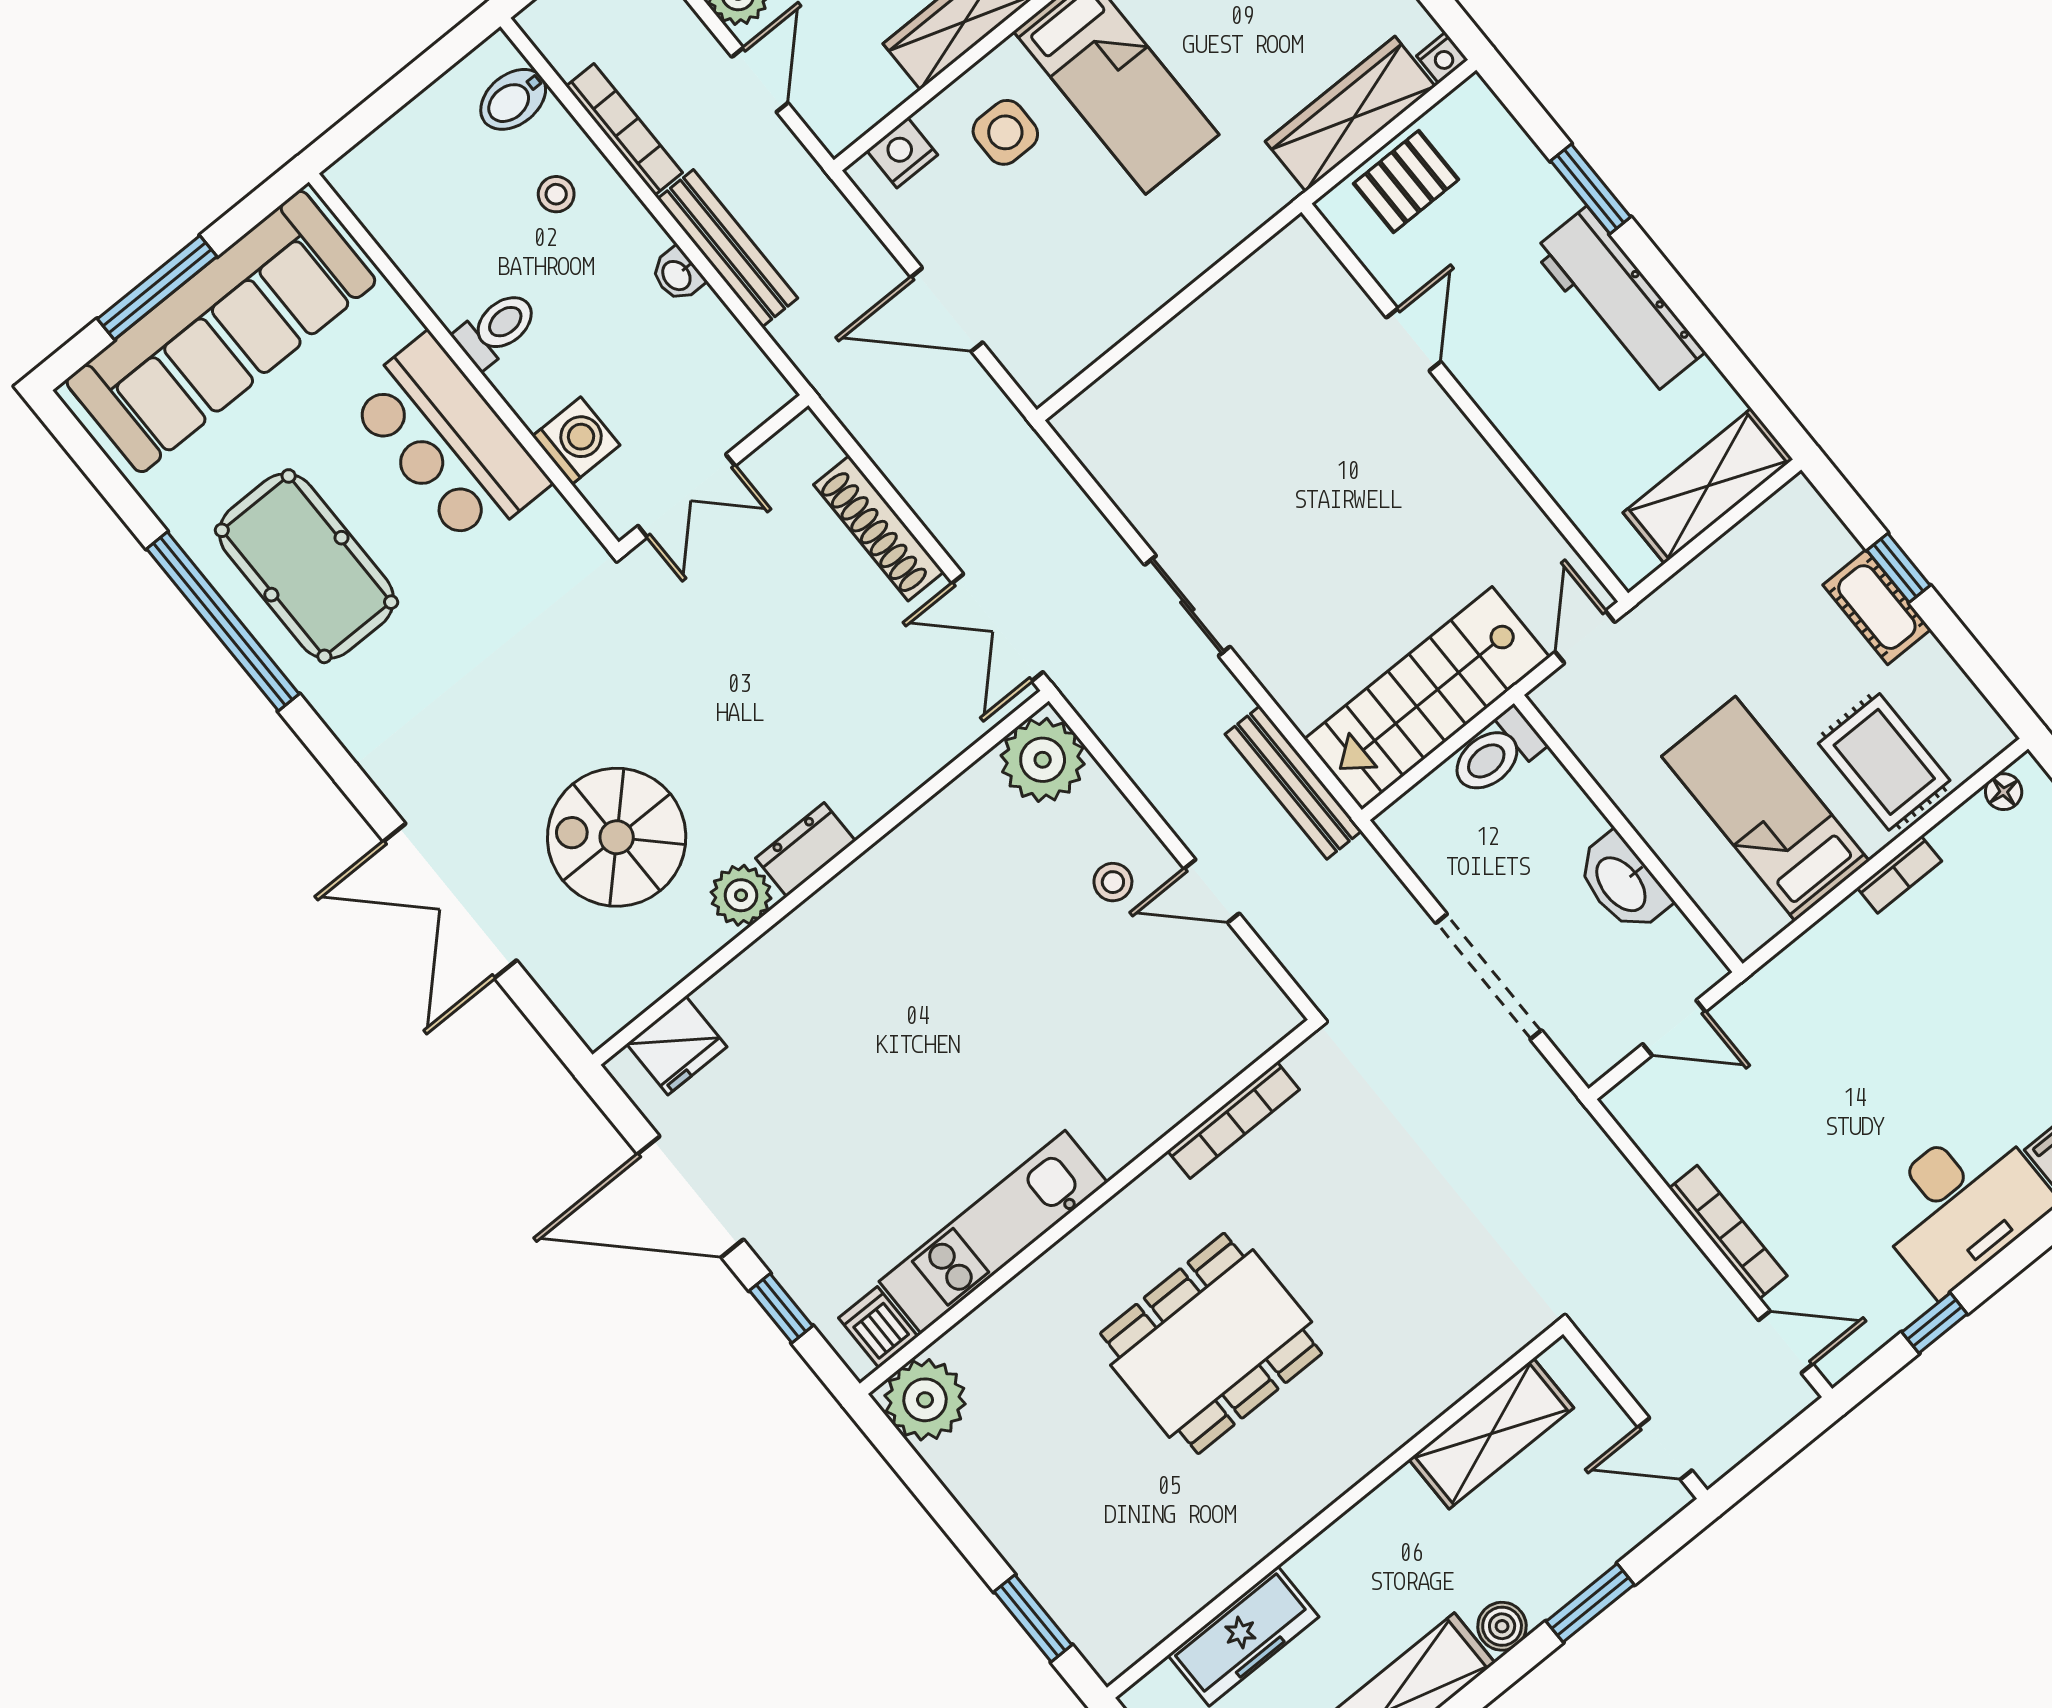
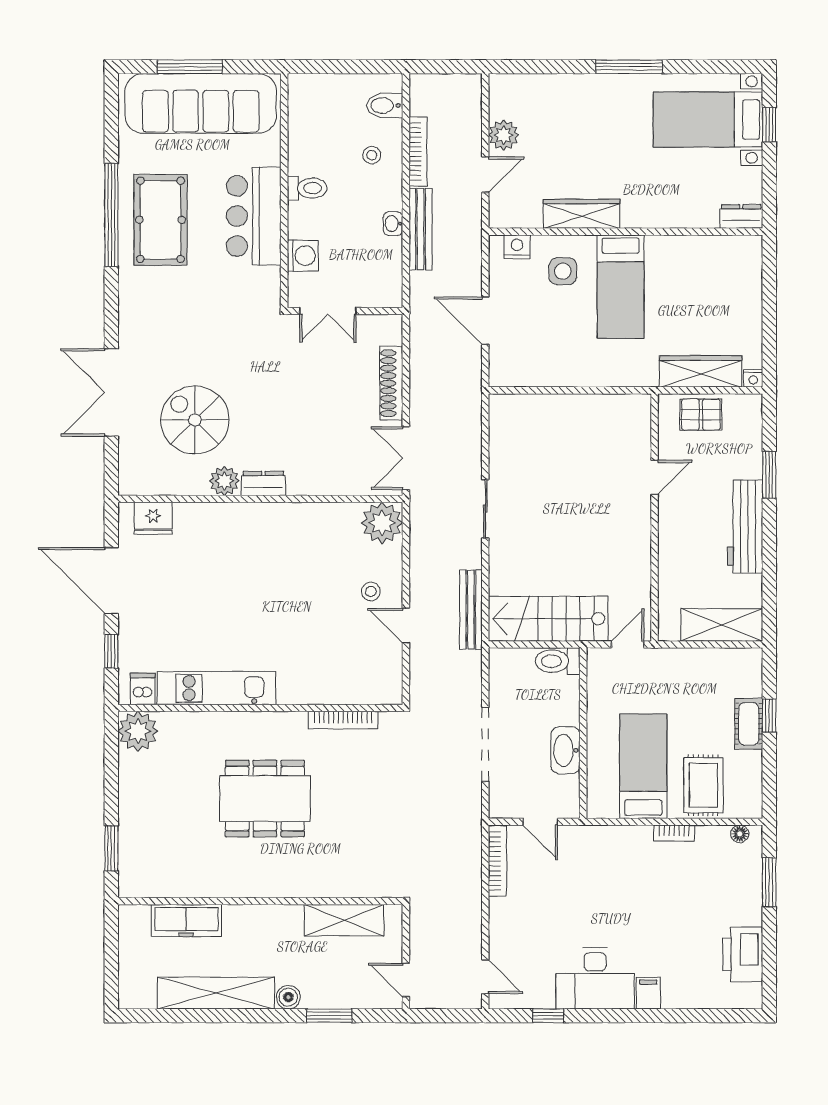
bookcase: (1728, 1232) -> (497, 861), moved

